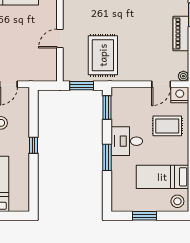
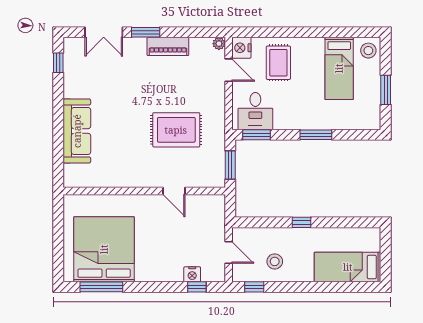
rug: (103, 55) -> (176, 130), moved
desk: (127, 141) -> (255, 111), moved

